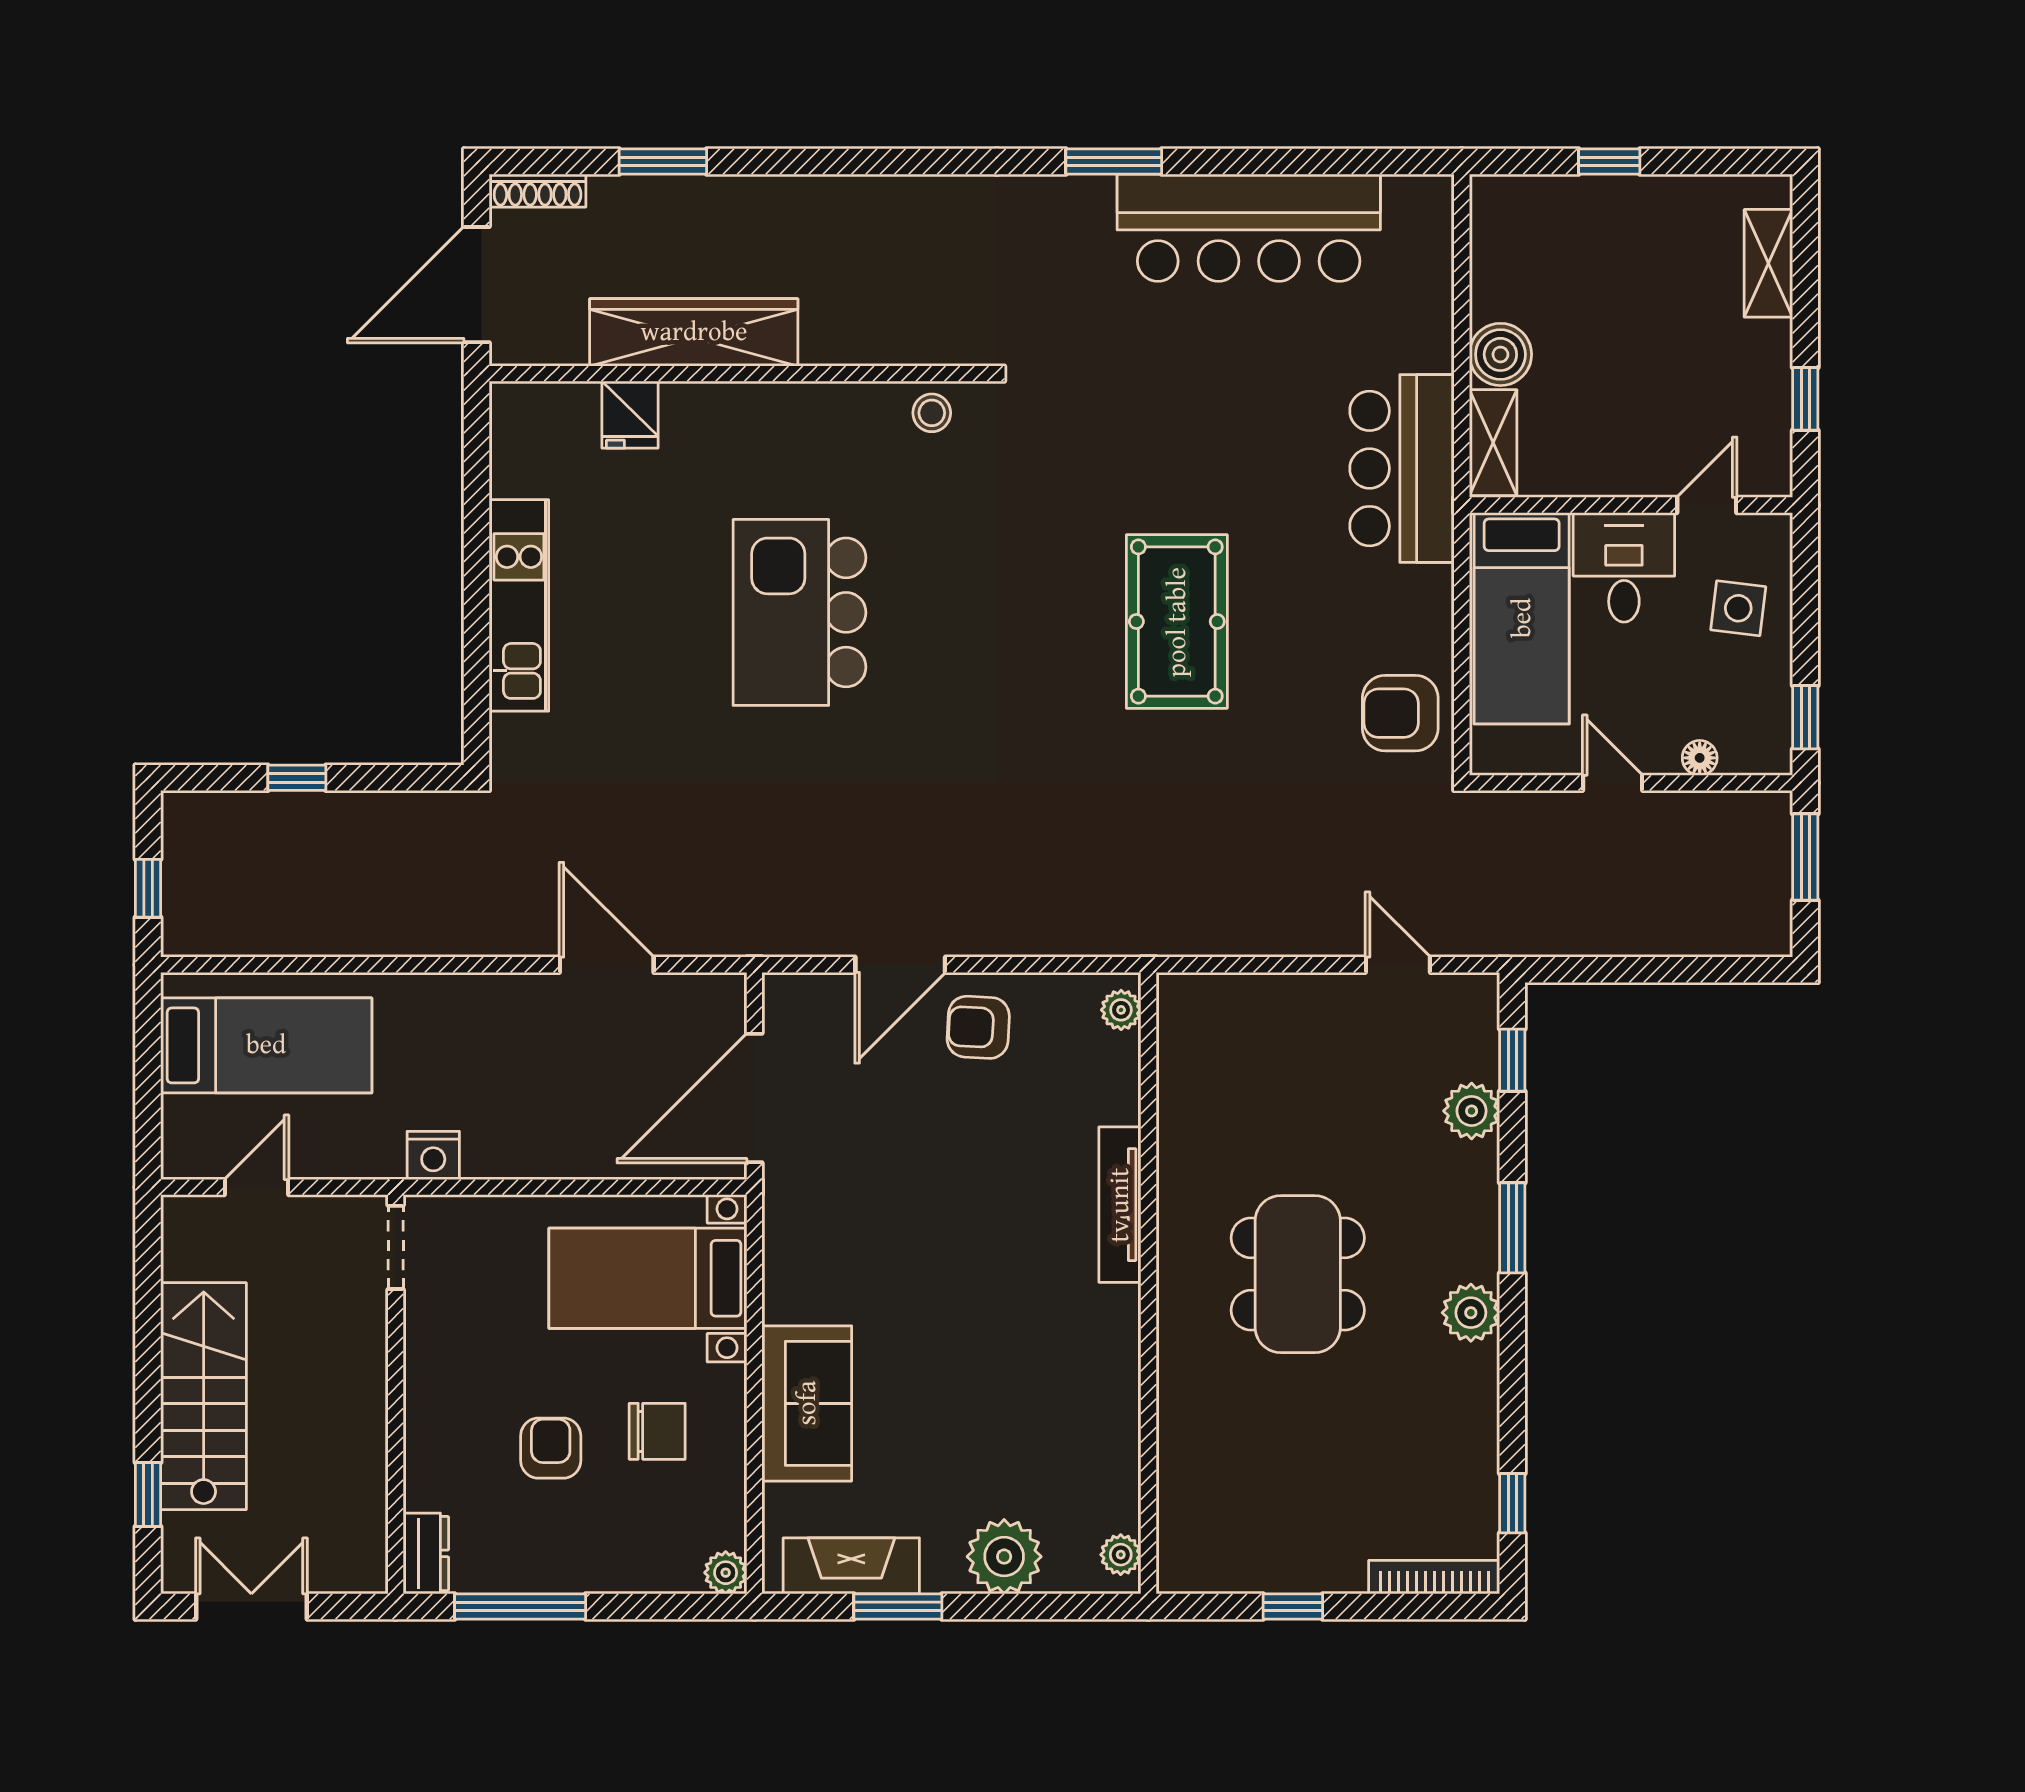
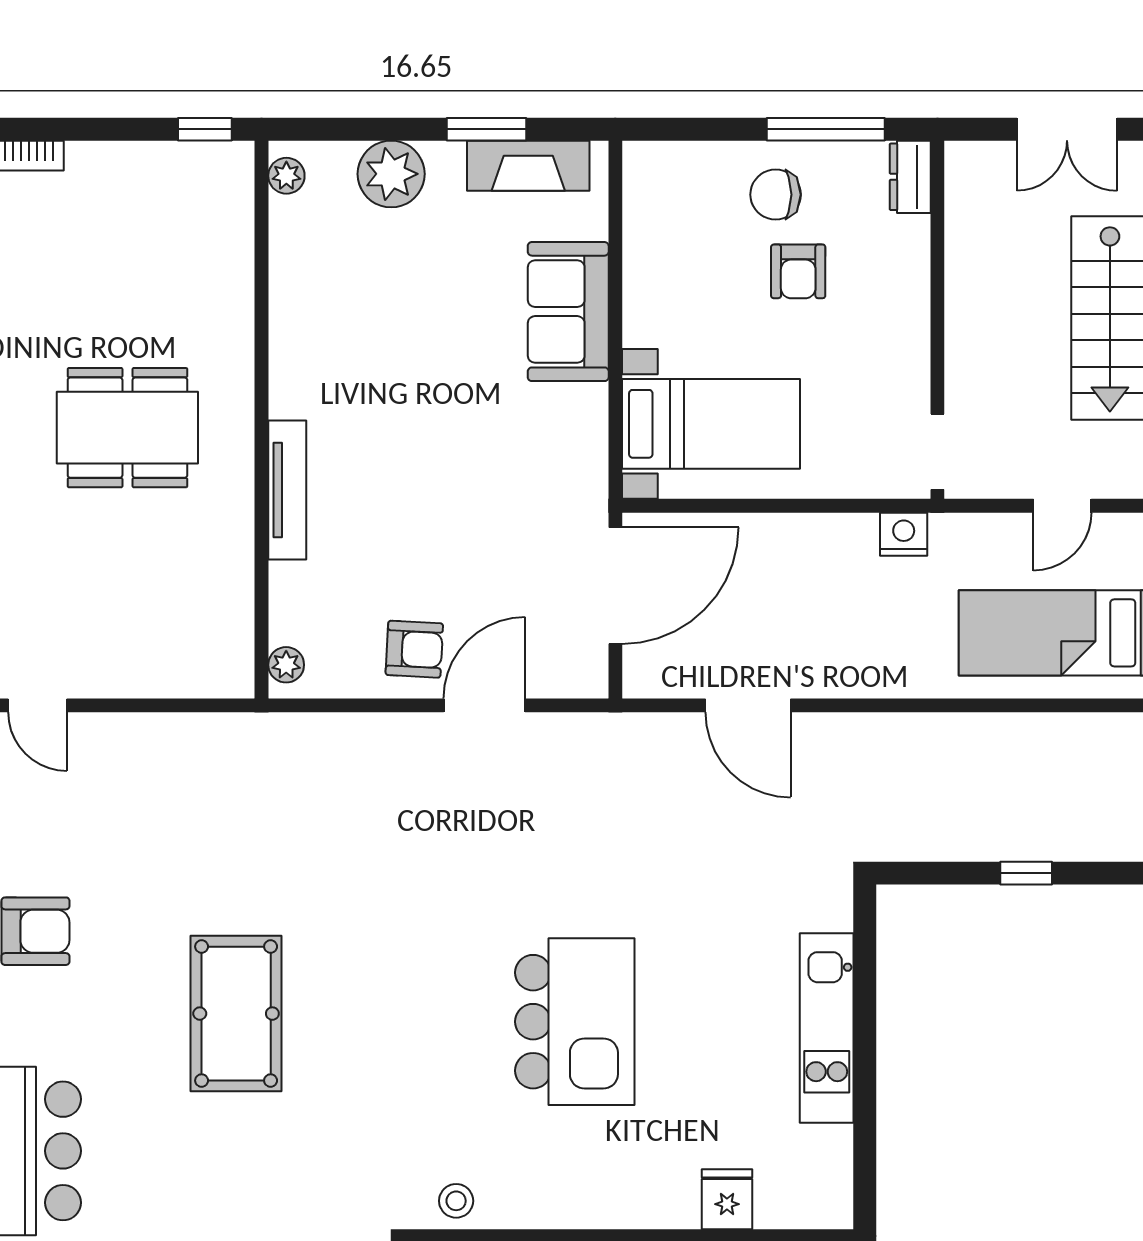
dining table: (1298, 1274) -> (127, 428), turned 90
chair: (657, 1431) -> (776, 195), moved
plant: (726, 1573) -> (641, 160), removed
window: (1293, 1606) -> (205, 129), moved

